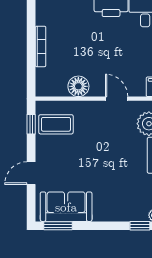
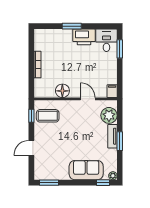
sofa: (66, 207) -> (86, 170), moved

